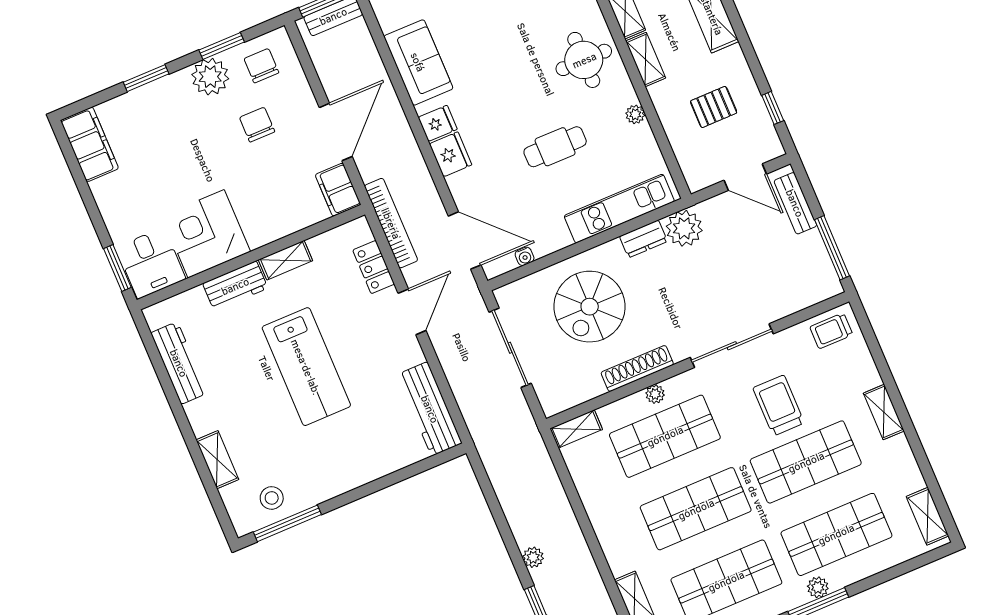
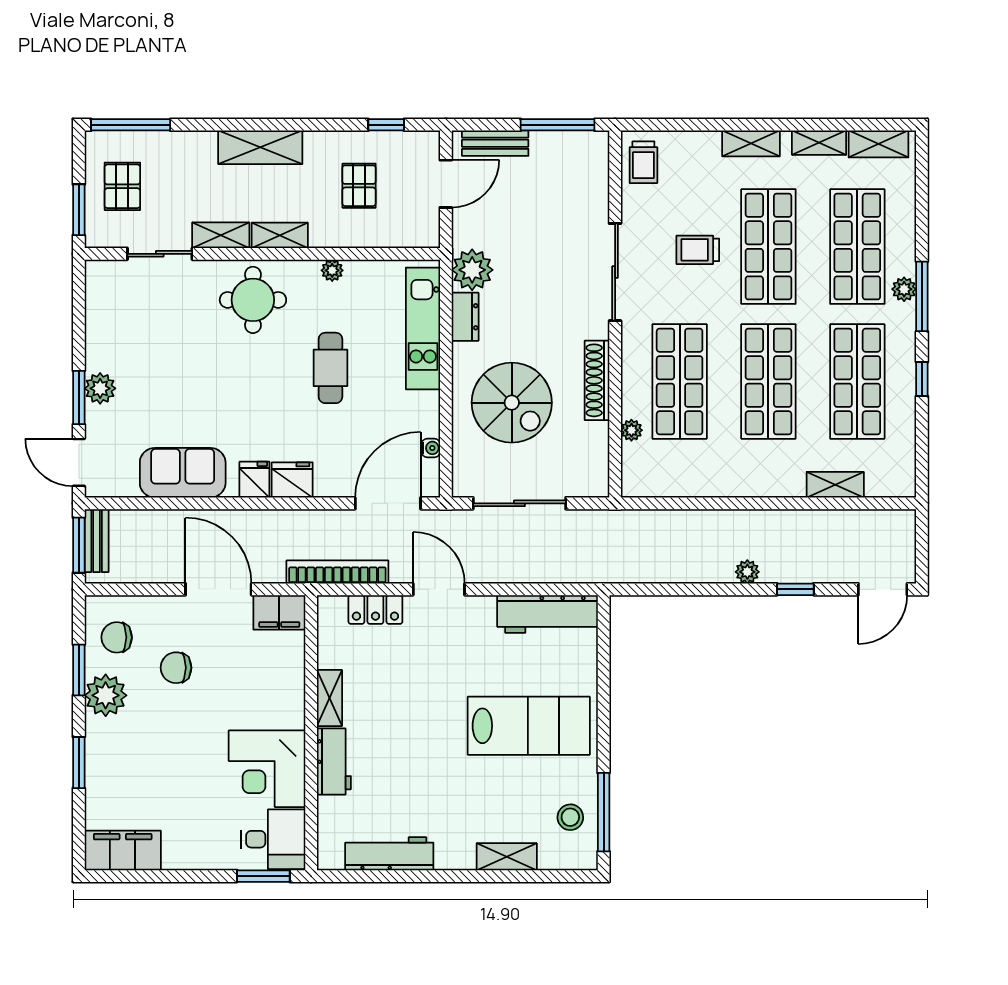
lab bench: (306, 367) -> (529, 726), moved
plant: (655, 394) -> (631, 430), moved
trolley: (779, 405) -> (698, 250), width x0.73, depth x0.72
shelving: (576, 429) -> (819, 143), moved, turned 90

